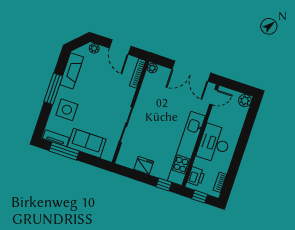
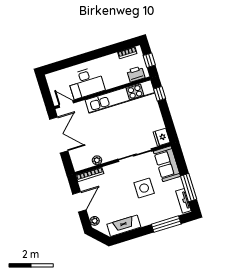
plant: (152, 68) -> (97, 160), moved
window: (53, 89) -> (166, 224), moved
plant: (245, 101) -> (52, 78), removed
side table: (67, 110) -> (144, 188), moved
sofa: (87, 143) -> (167, 164), moved
desk: (214, 144) -> (86, 83), moved
fridge: (144, 165) -> (162, 137), moved

